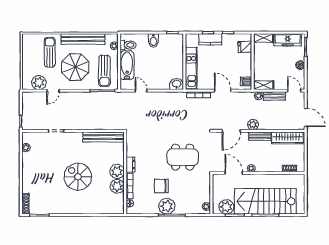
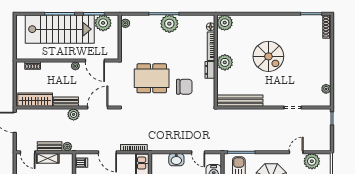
washbasin: (177, 84) -> (176, 160), moved
shelving: (264, 85) -> (48, 158), moved
plant: (117, 186) -> (225, 23), moved
chair: (161, 186) -> (184, 87), moved

